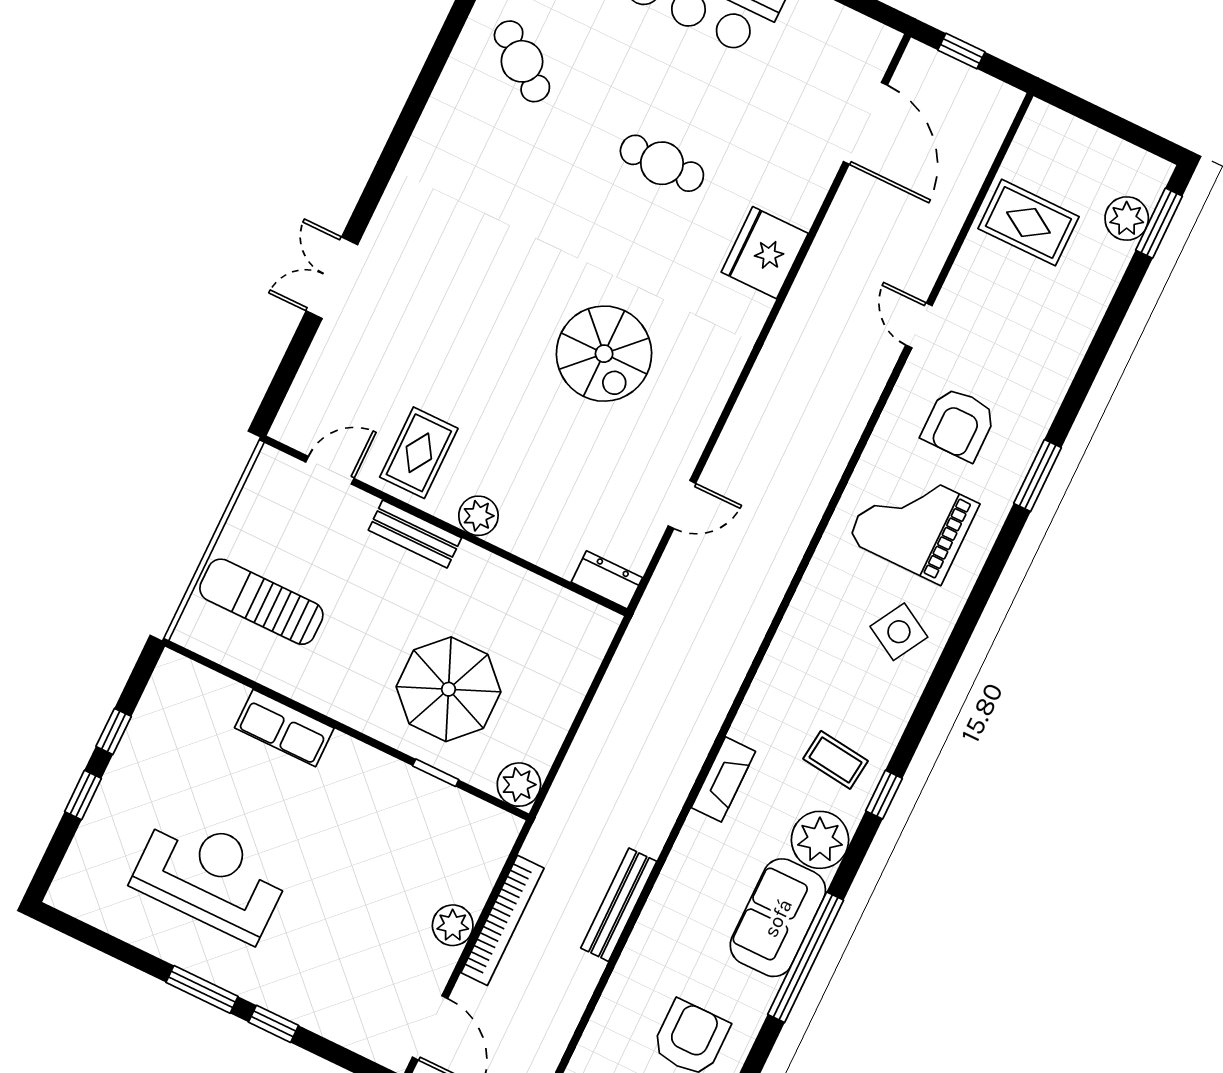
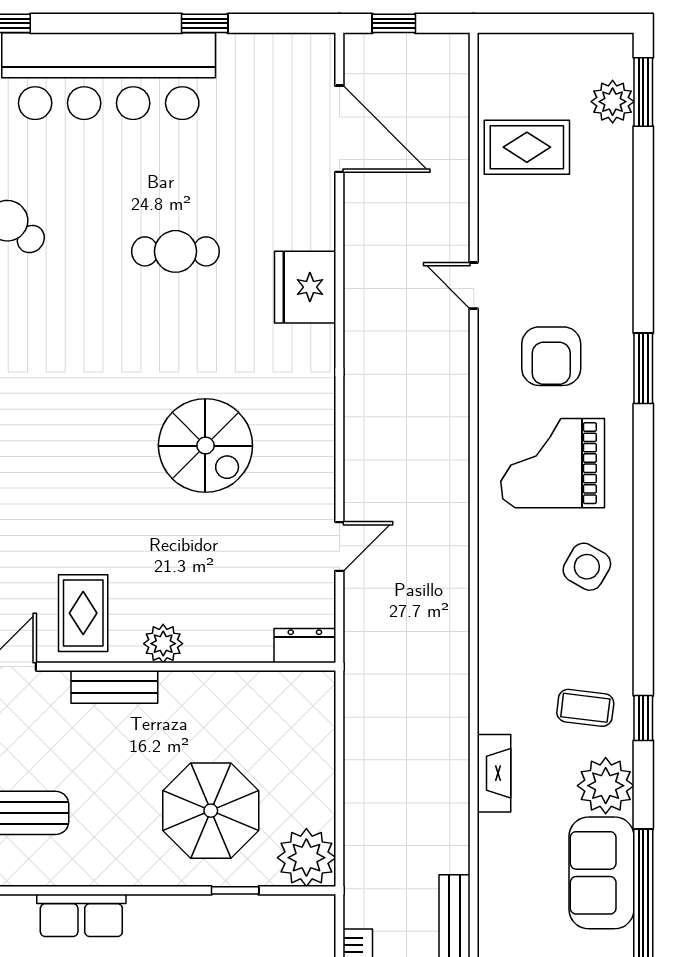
plant: (519, 785) -> (306, 858), width x1.36, depth x1.36

